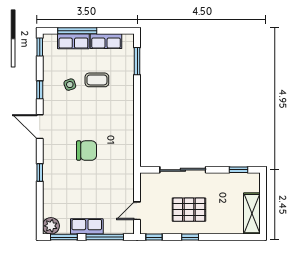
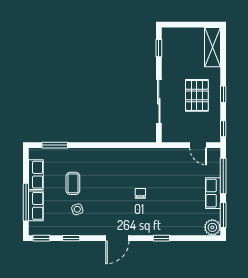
window: (40, 90) -> (71, 238), moved
chair: (87, 151) -> (140, 193), width x0.54, depth x0.54
shelving: (252, 214) -> (212, 47), moved, turned 90

